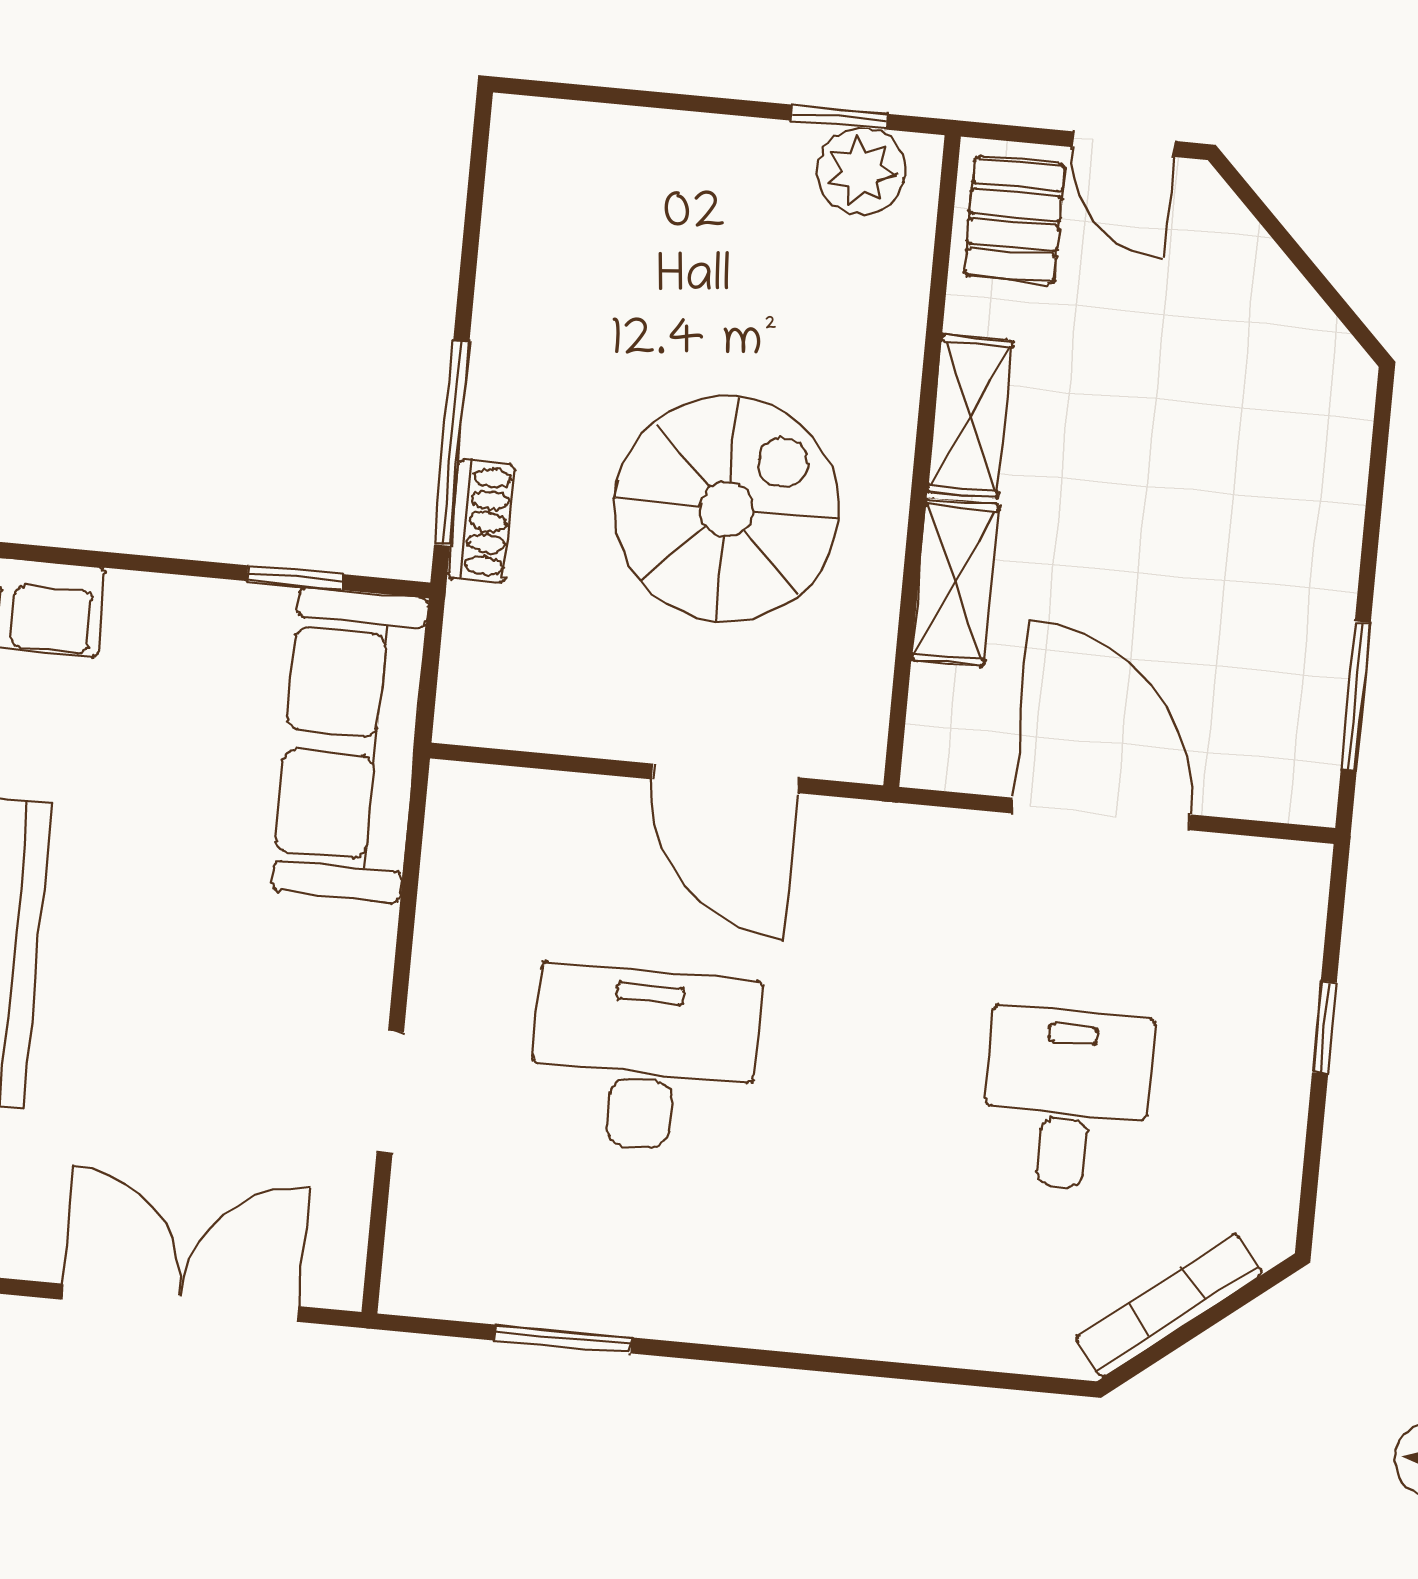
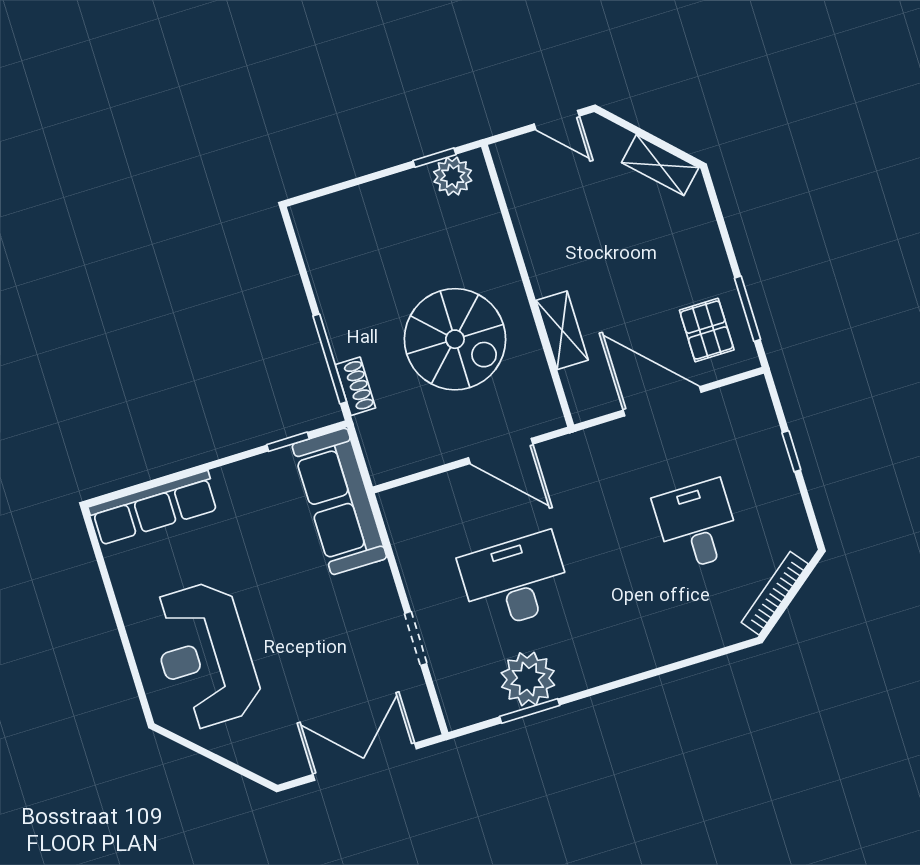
pallet: (1014, 220) -> (707, 330), moved
shelving: (970, 416) -> (660, 165), moved, turned -45
spiral stairs: (727, 509) -> (455, 339), turned 90
plant: (587, 1272) -> (528, 679), added

